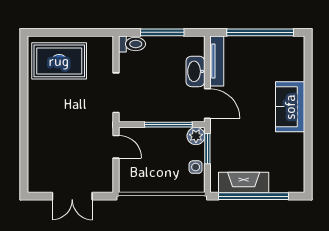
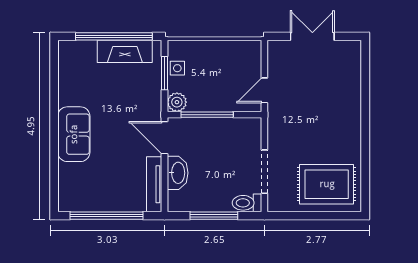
doorway: (116, 93) -> (264, 172), moved
door: (116, 147) -> (264, 90), hinge flipped
window: (207, 149) -> (164, 73), moved

